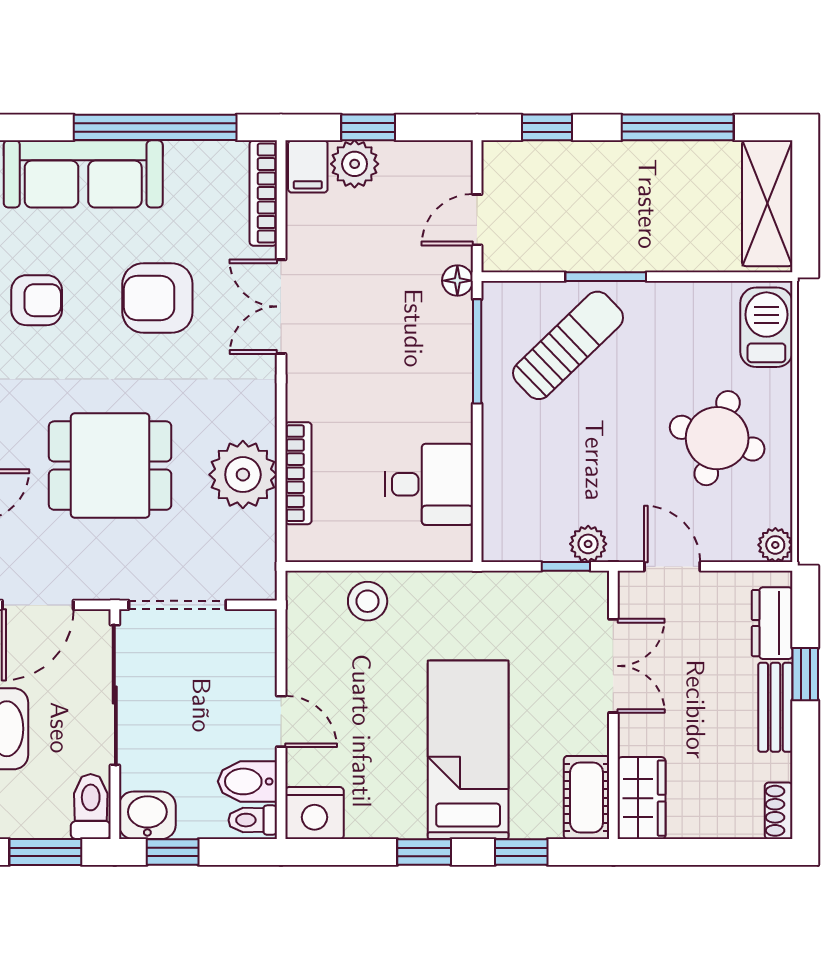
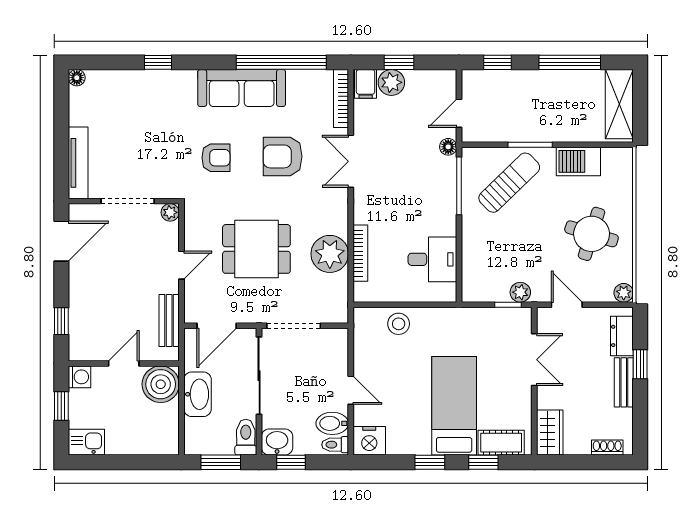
barbecue: (766, 327) -> (578, 161), moved, turned -90
cot: (587, 798) -> (501, 443), moved, turned 90
shoe rack: (779, 811) -> (607, 448), moved, turned 90

